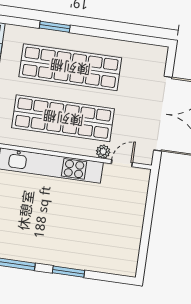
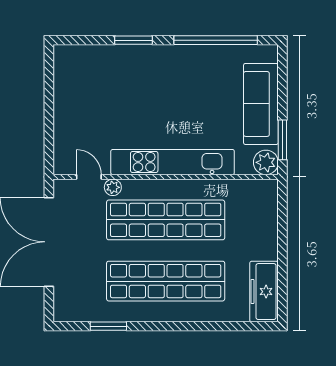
window: (55, 27) -> (108, 326), moved
door: (122, 163) -> (89, 177), swing flipped

